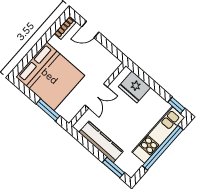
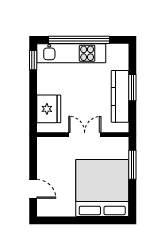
bookcase: (65, 28) -> (51, 211), removed
window: (113, 167) -> (132, 88), moved

